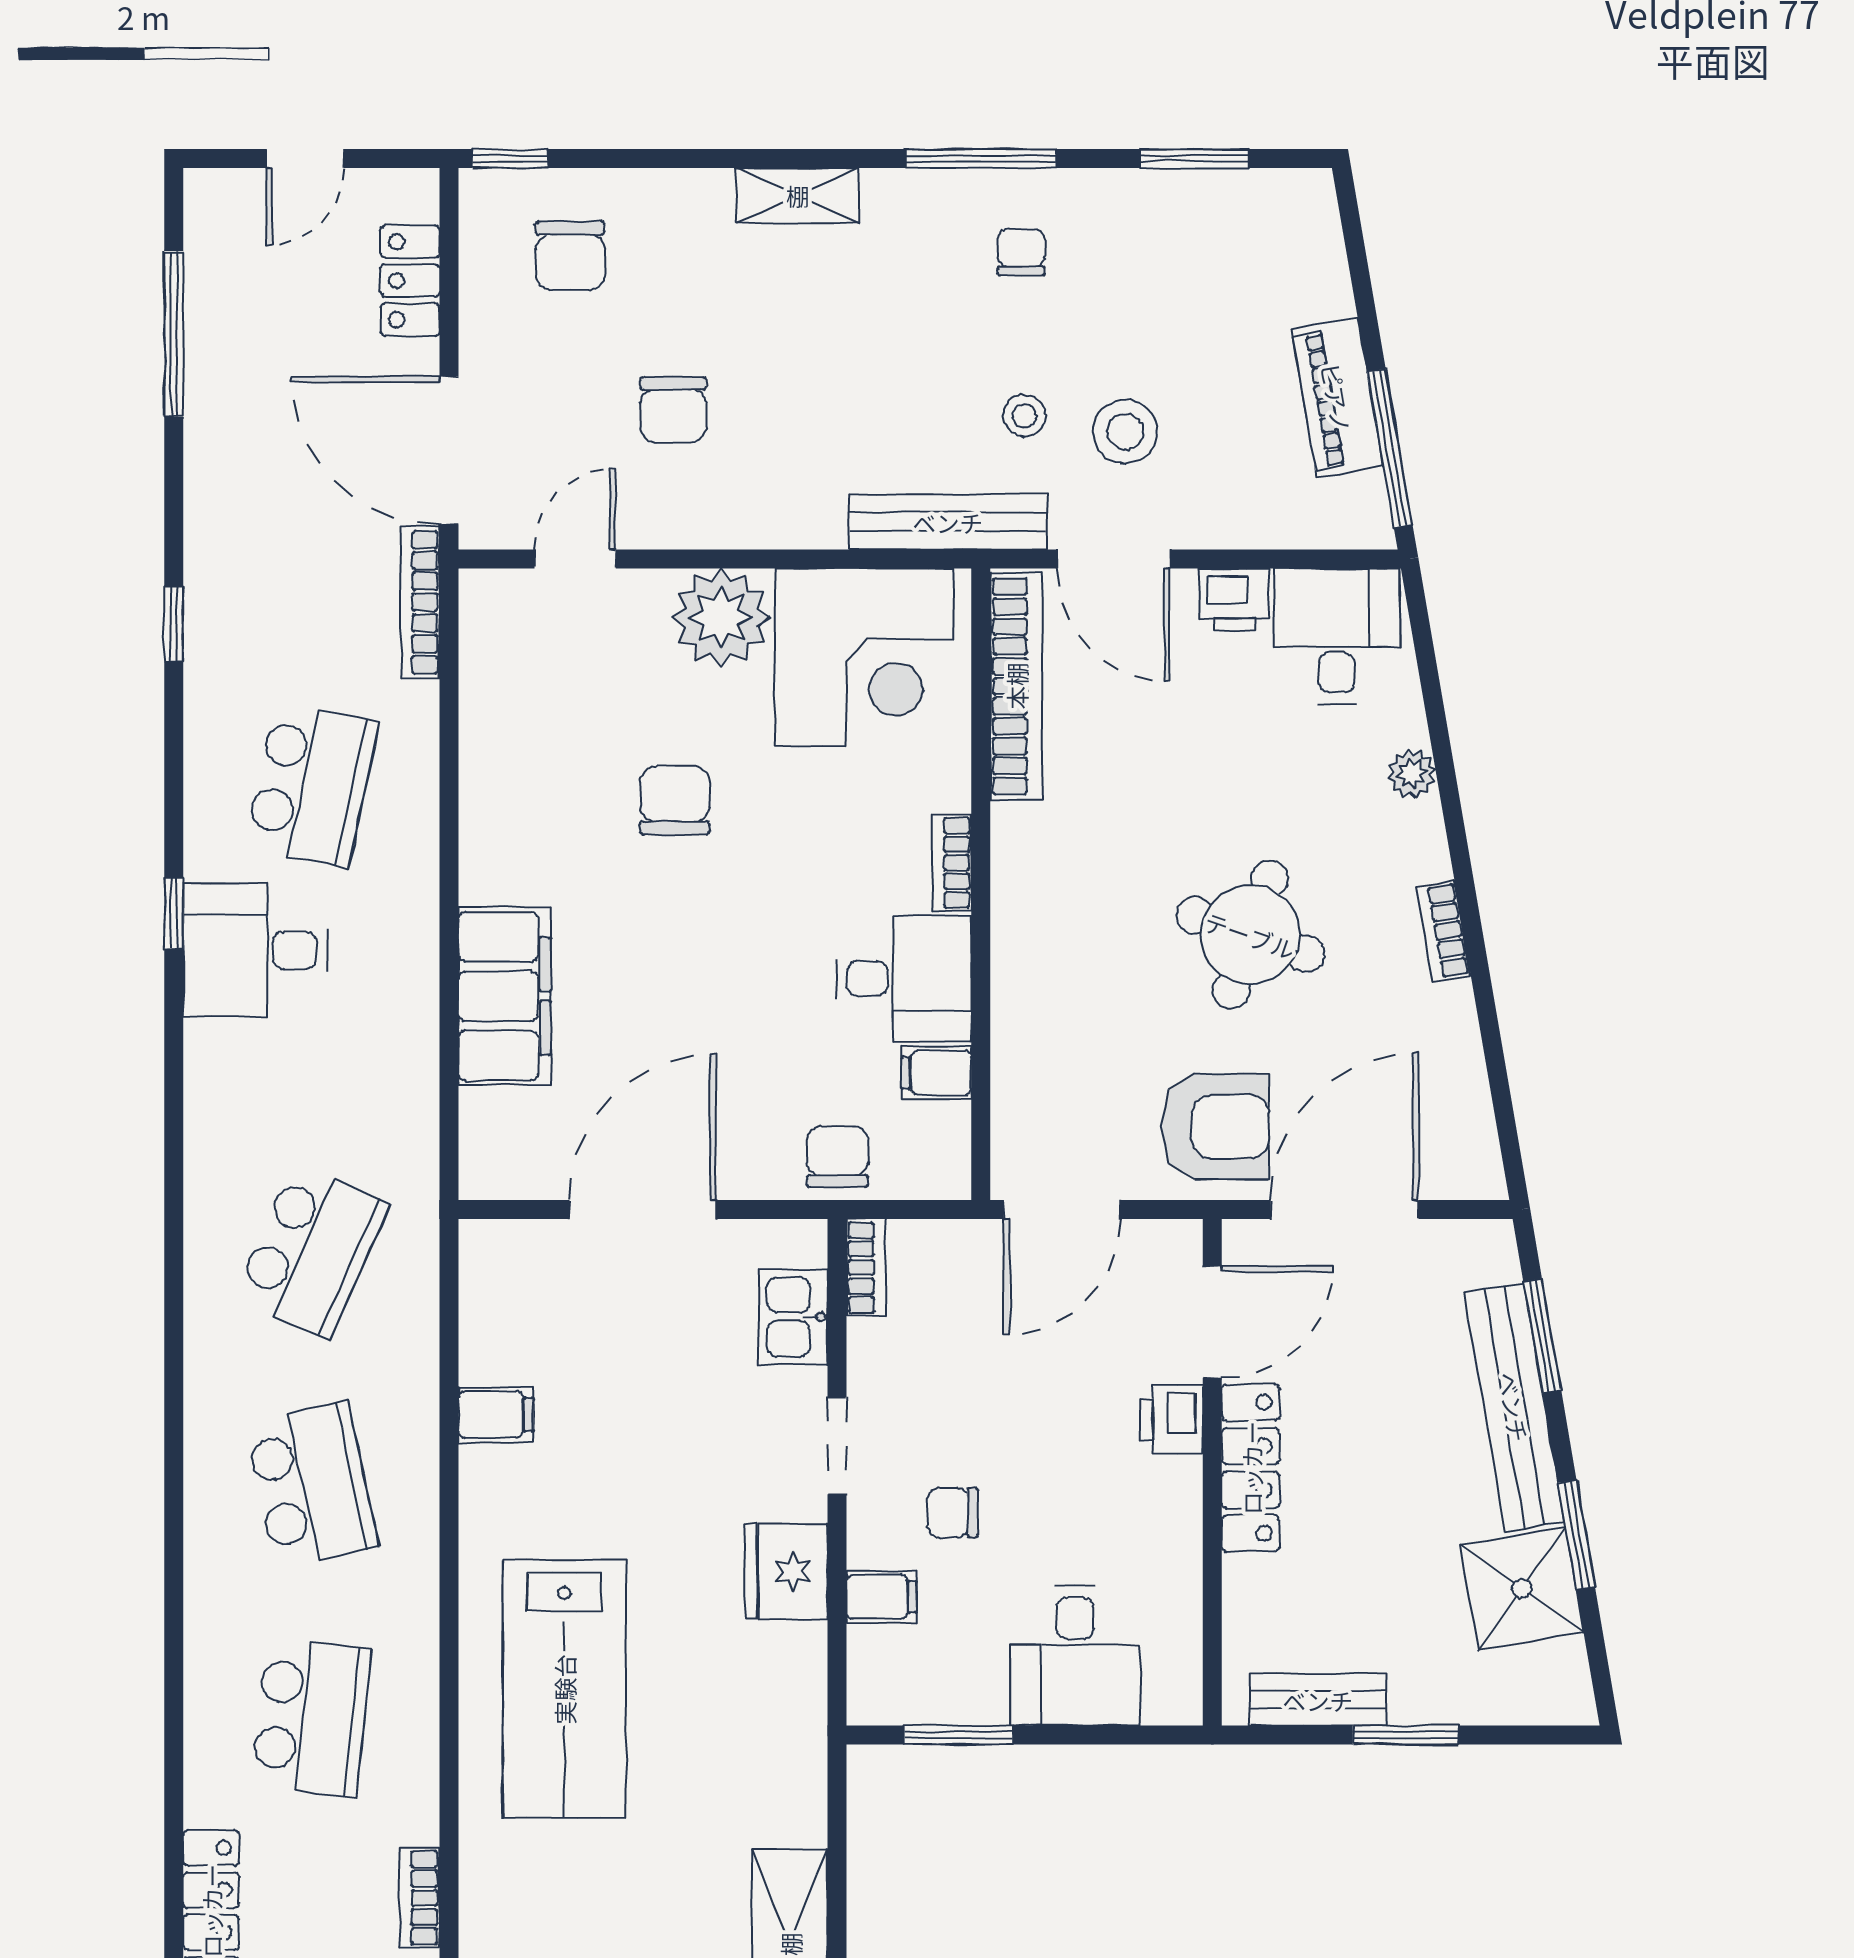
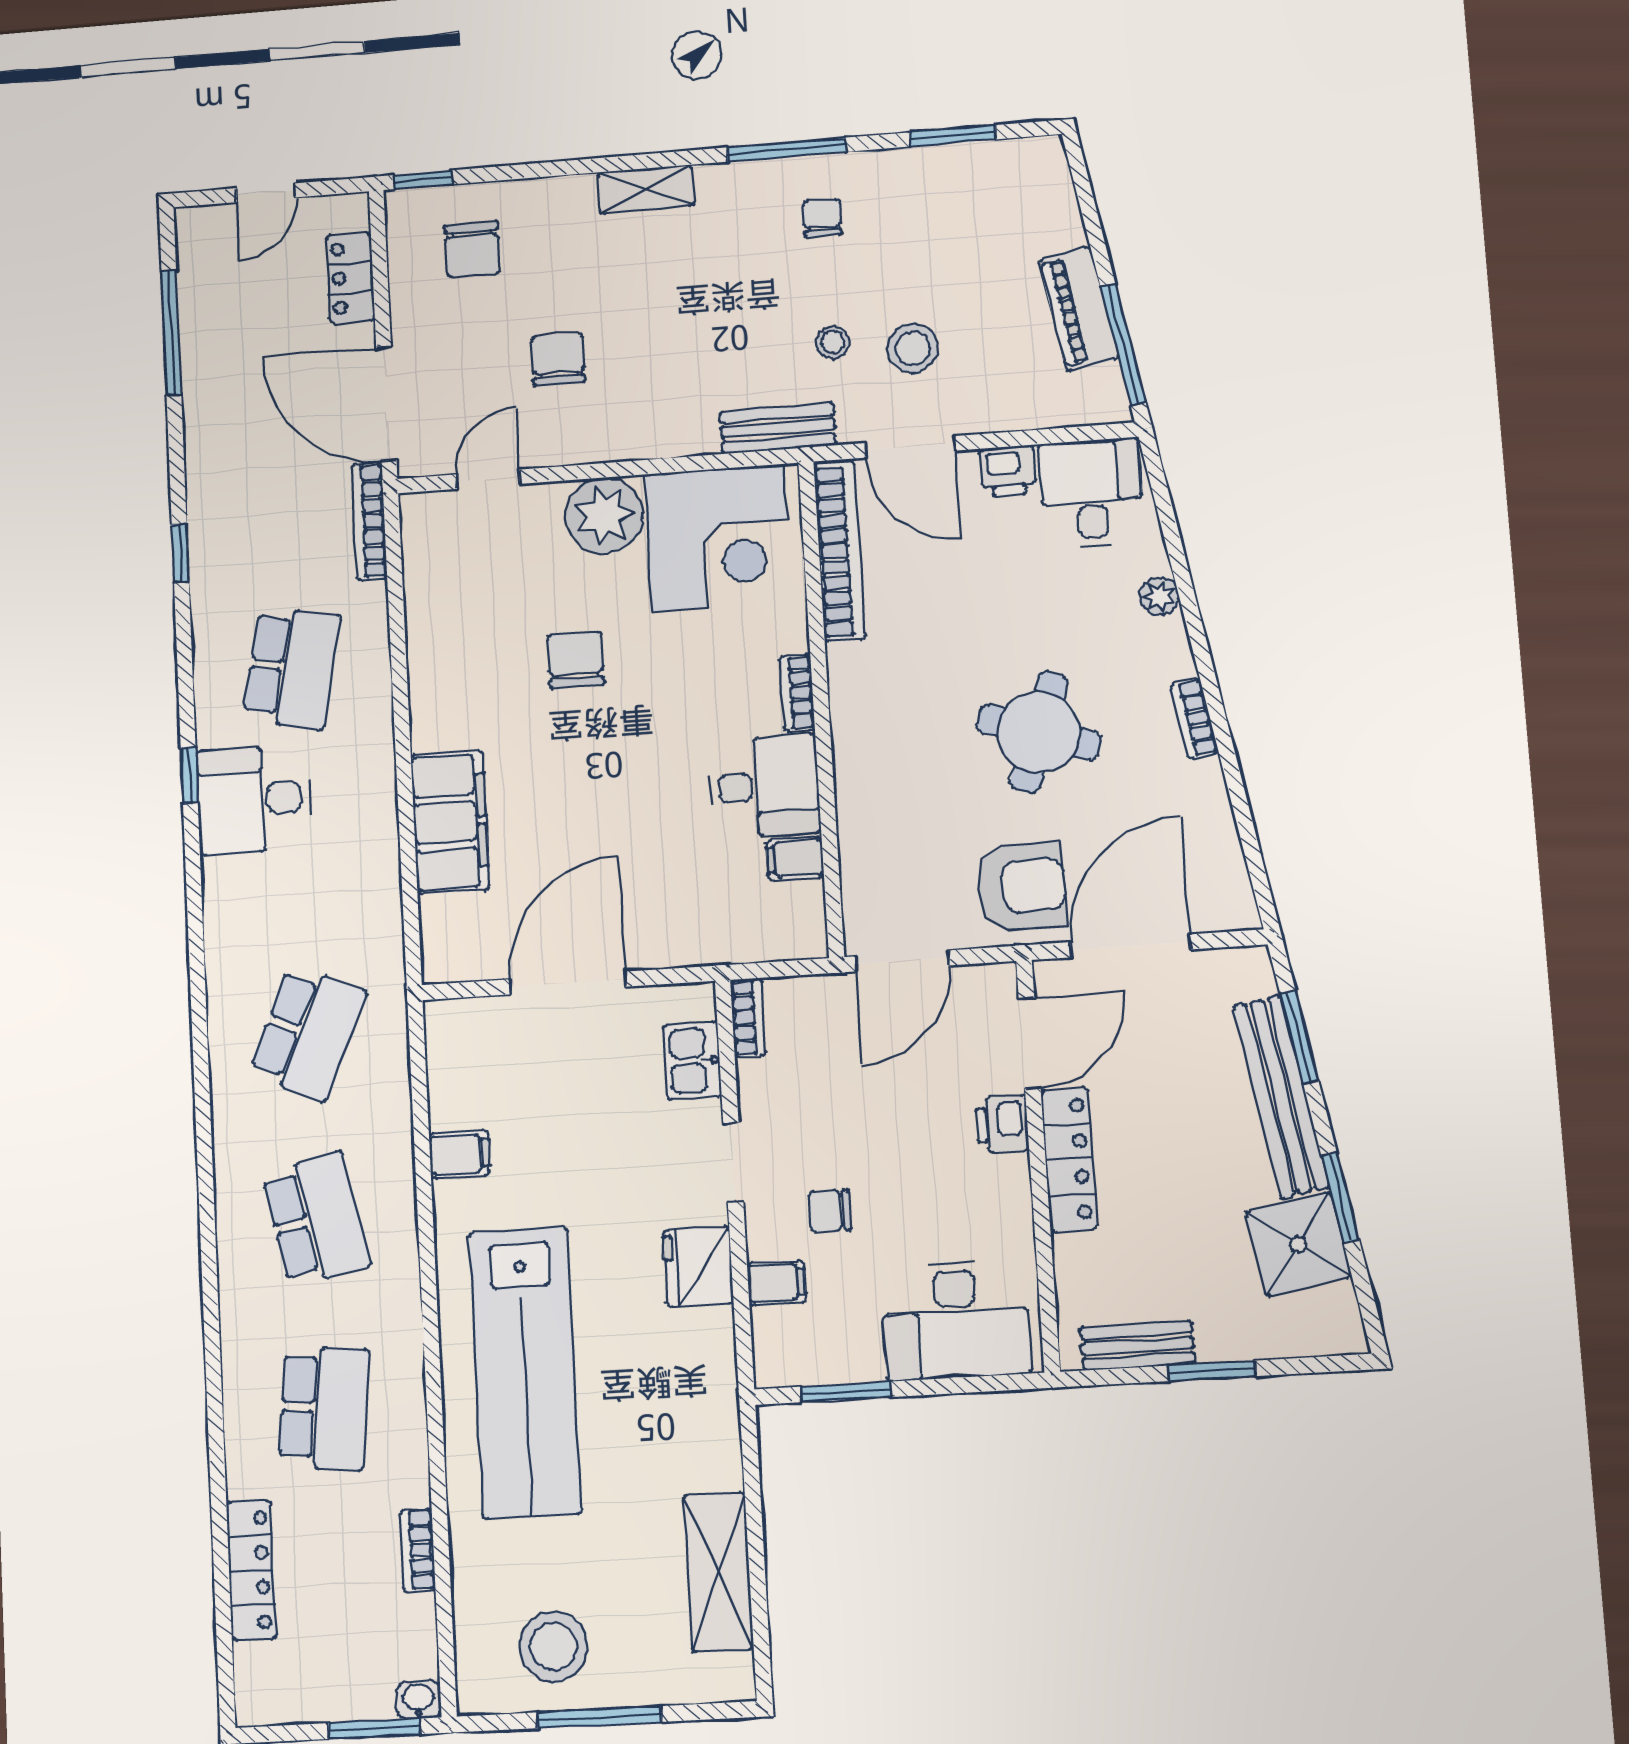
chair: (673, 410) -> (558, 359), turned 180
bench: (948, 522) -> (778, 428), width x0.73
chair: (837, 1157) -> (720, 931), removed
desk: (1075, 1656) -> (956, 1320), width x1.37
lab bench: (564, 1689) -> (525, 1372), width x1.36

